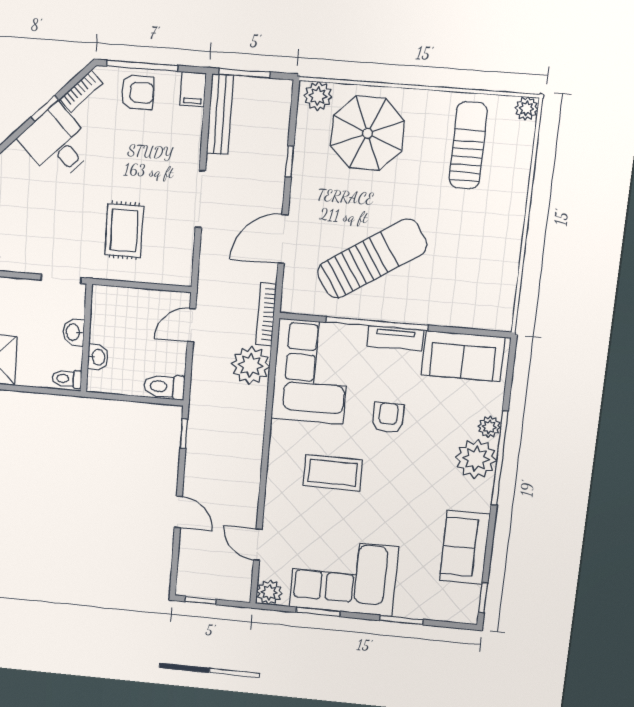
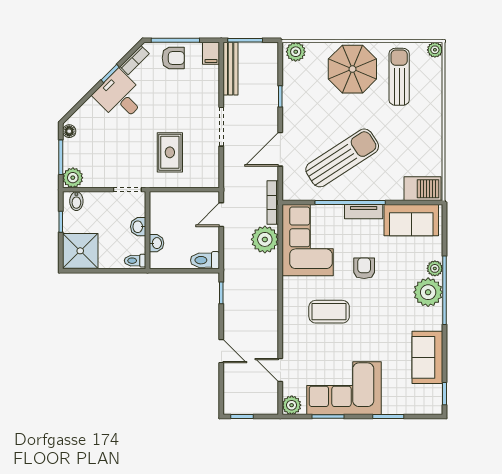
parasol: (368, 133) -> (352, 69), moved
barbecue: (484, 313) -> (422, 189), added

